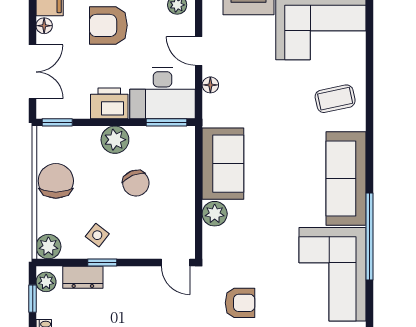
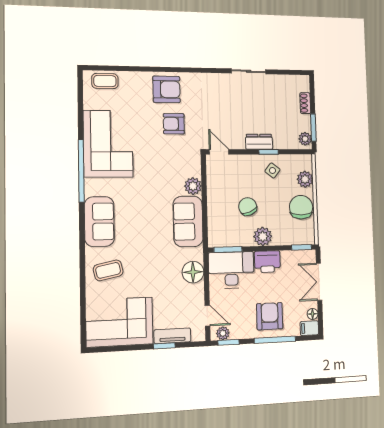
armchair: (108, 25) -> (270, 316), turned -90
door: (199, 51) -> (207, 316), moved
floor lamp: (210, 85) -> (193, 272), width x1.89, depth x1.89
sofa: (346, 178) -> (99, 222), width x0.73
chair: (56, 181) -> (301, 207), turned 180
plant: (48, 247) -> (305, 179), moved
dresser: (83, 277) -> (259, 142), moved
window: (33, 299) -> (313, 128), width x1.50

